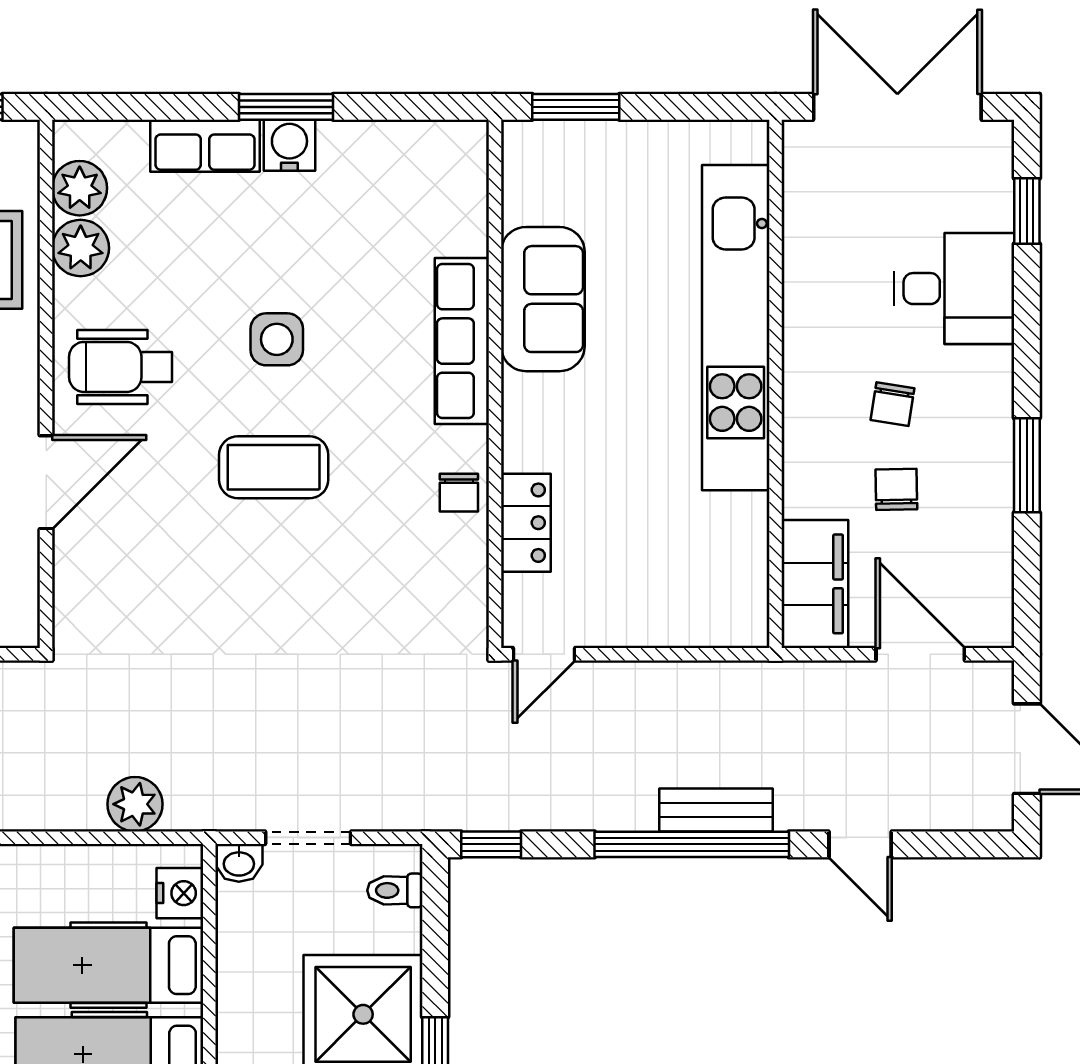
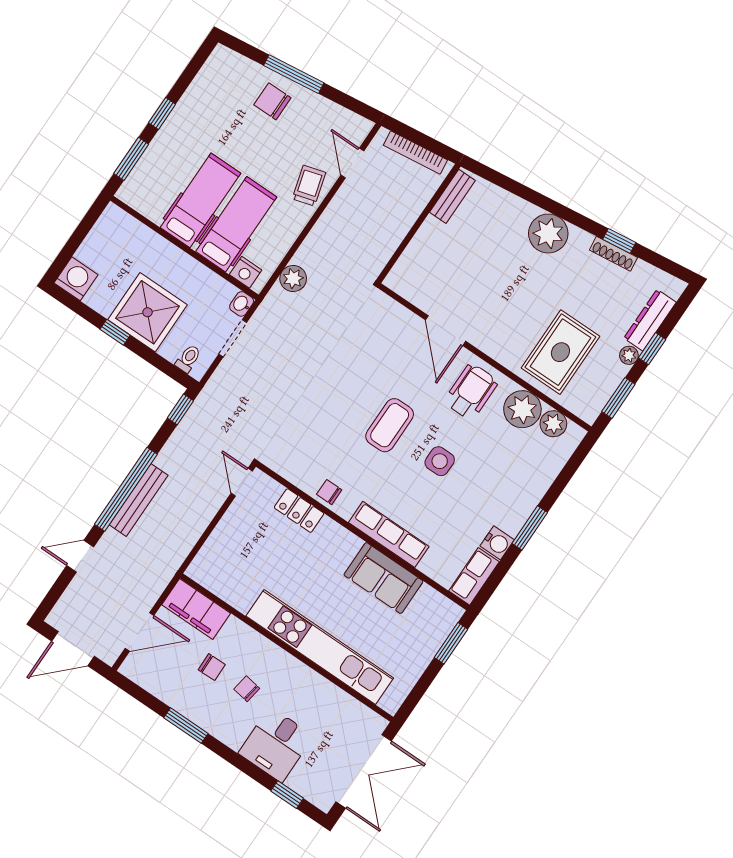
water cooler: (289, 145) -> (497, 543), moved
row of seats: (205, 146) -> (474, 576), moved
plant: (81, 248) -> (522, 409), width x1.36, depth x1.36
bench: (716, 810) -> (139, 500), width x1.36

